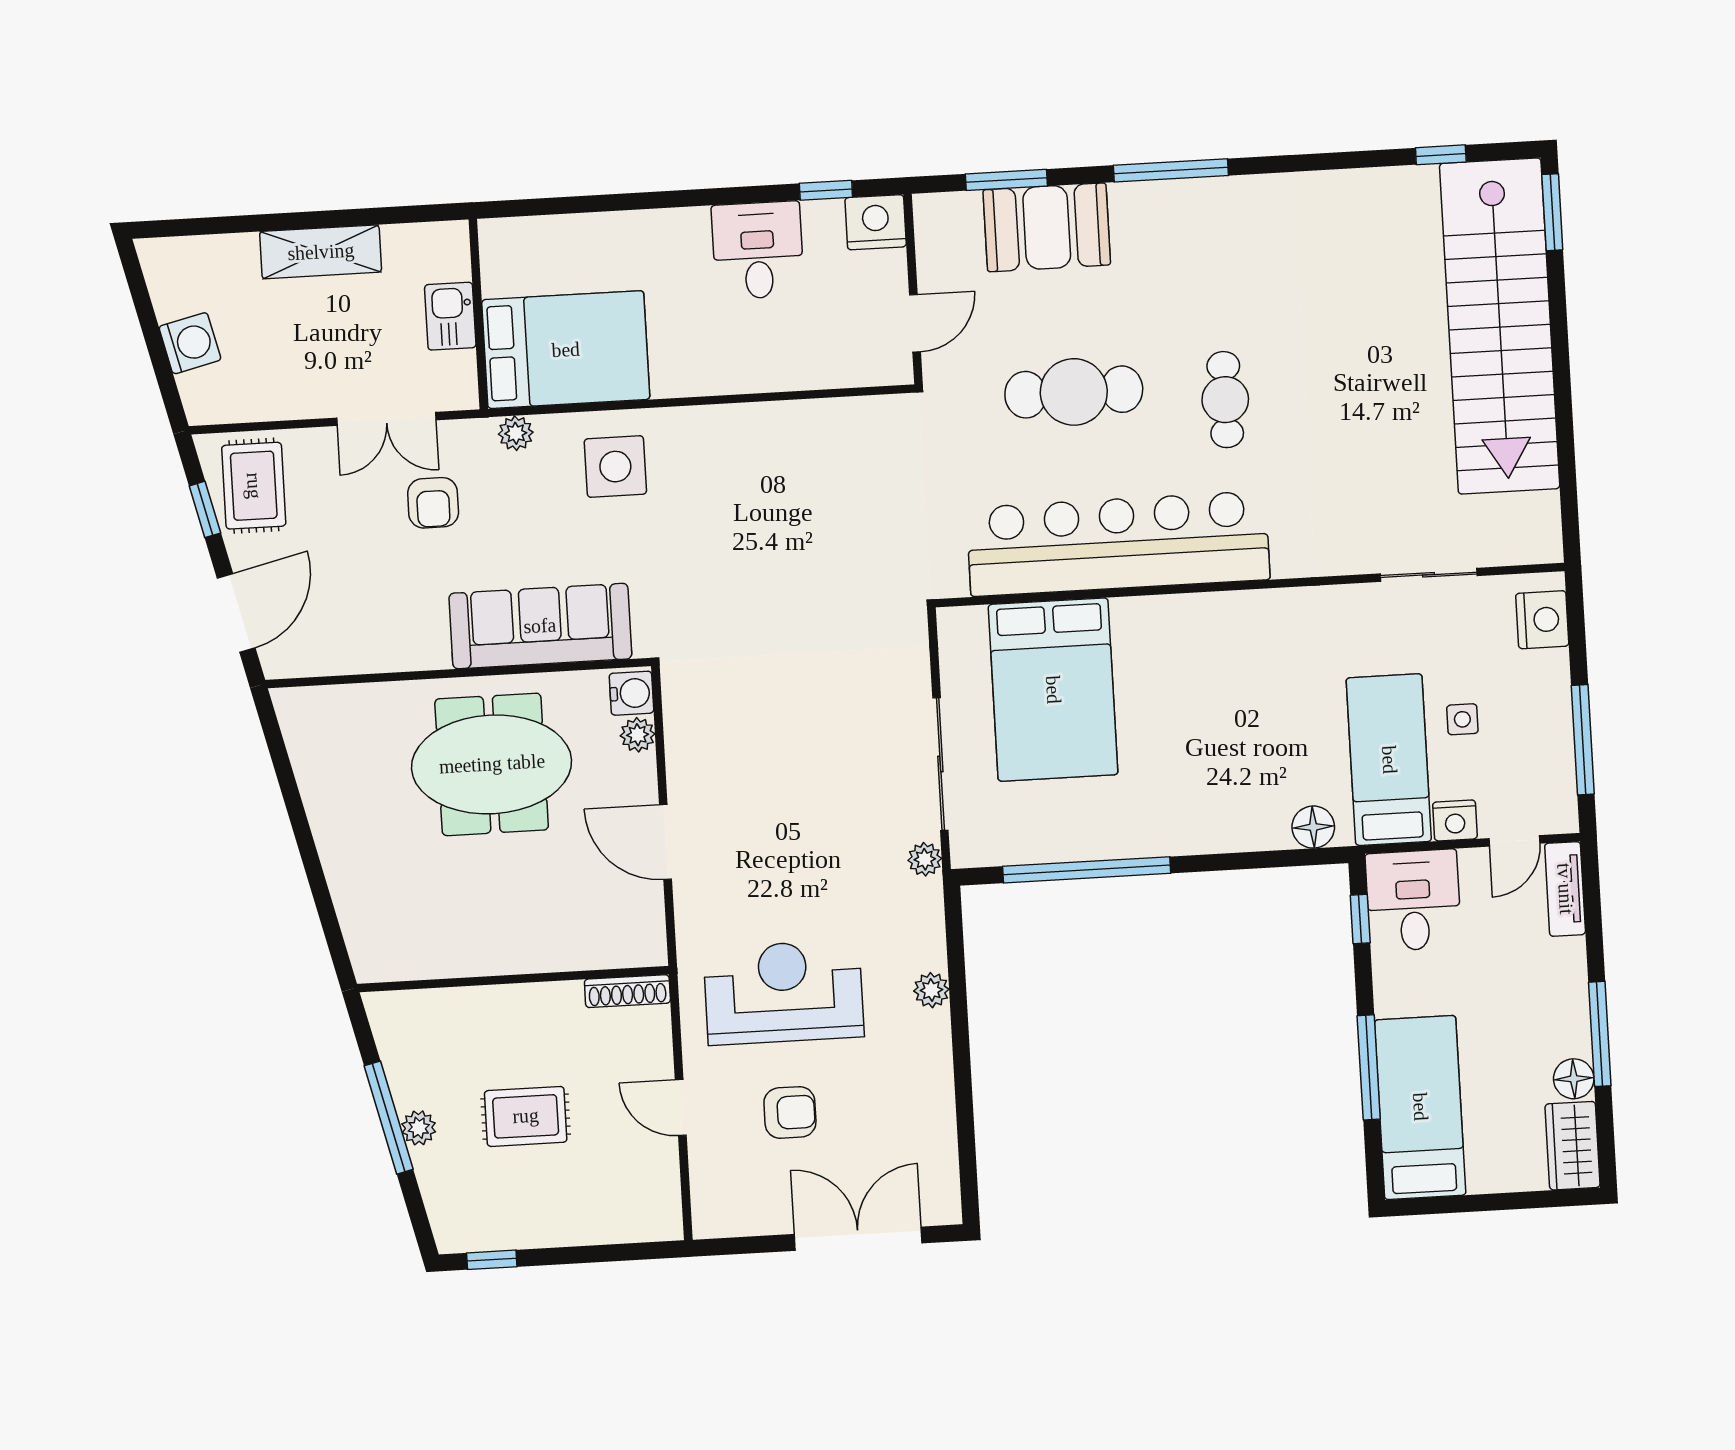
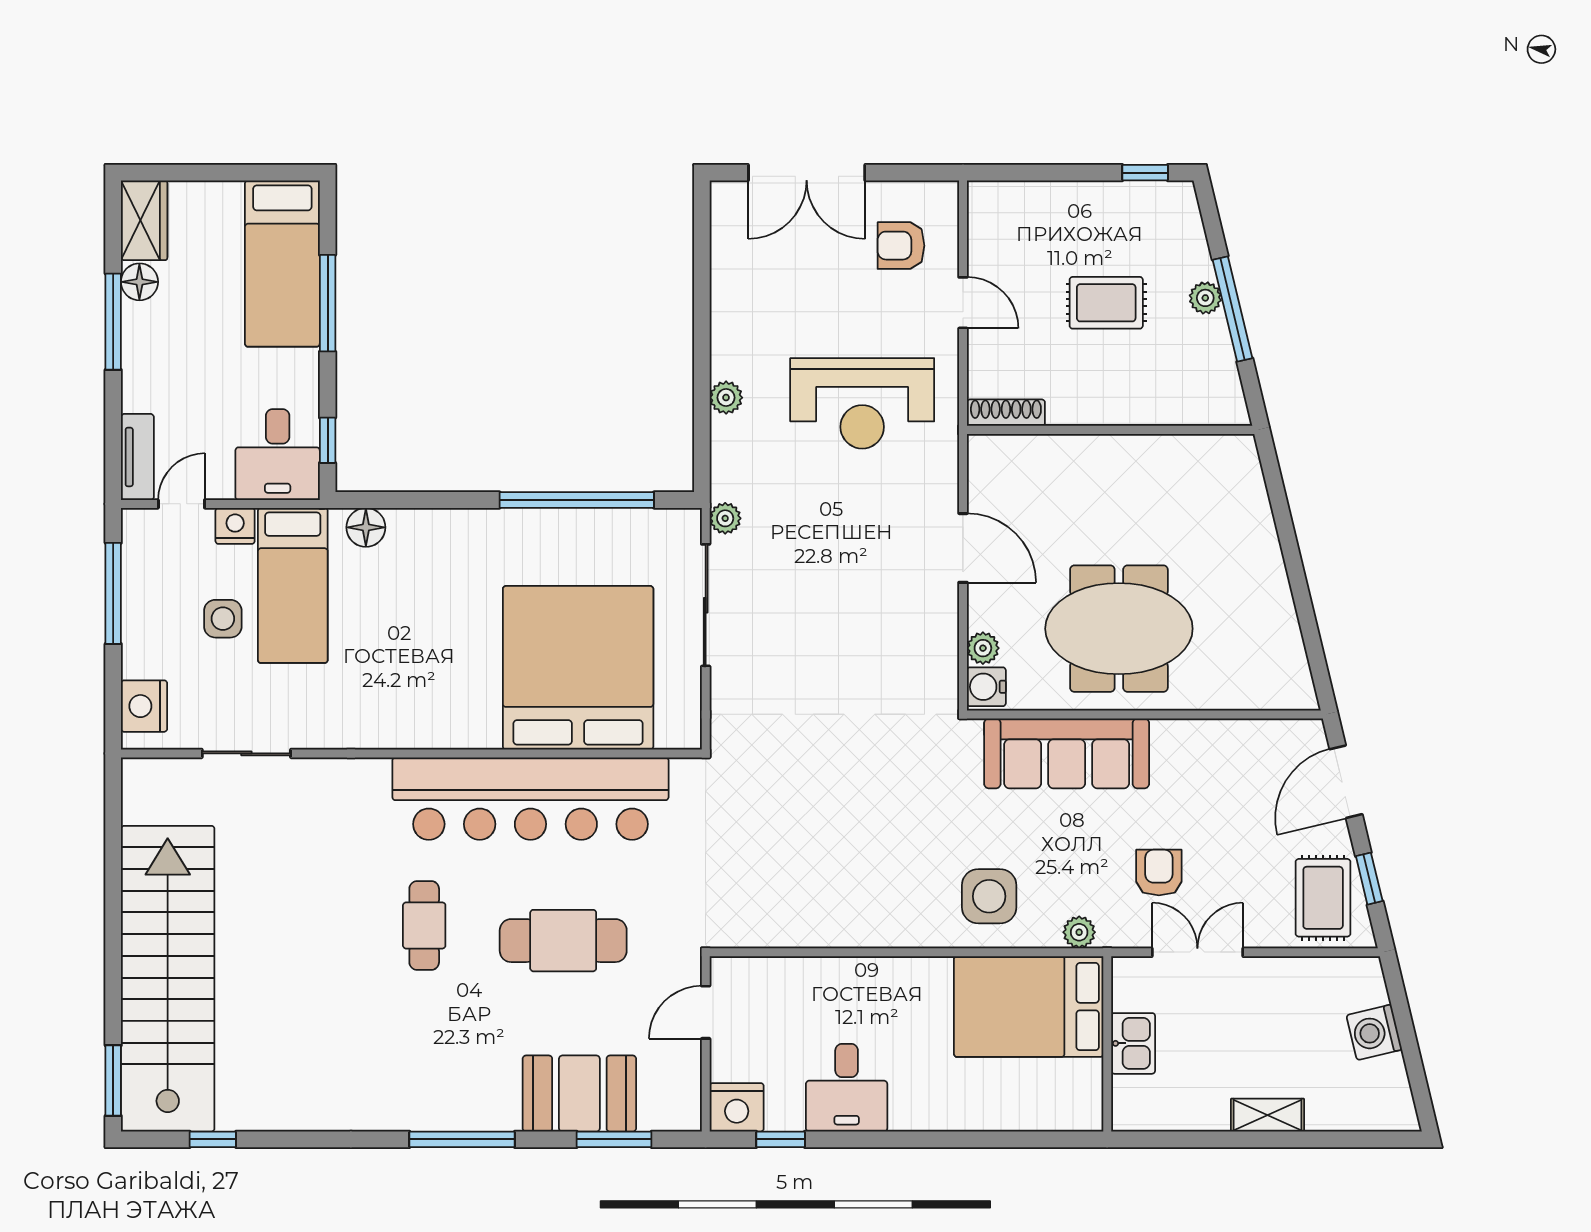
shelving: (321, 252) -> (1267, 1115), width x0.67, depth x0.75
bed: (1053, 690) -> (578, 668), width x1.36
side table: (1462, 719) -> (223, 619), width x1.37, depth x1.37
armchair: (790, 1112) -> (901, 246), moved

